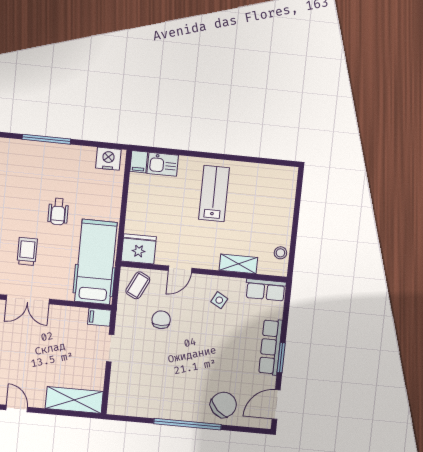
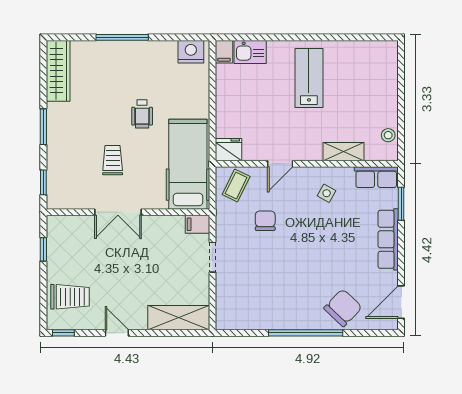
fridge: (139, 249) -> (228, 150), width x0.73, depth x0.75
window: (281, 358) -> (401, 204), moved

